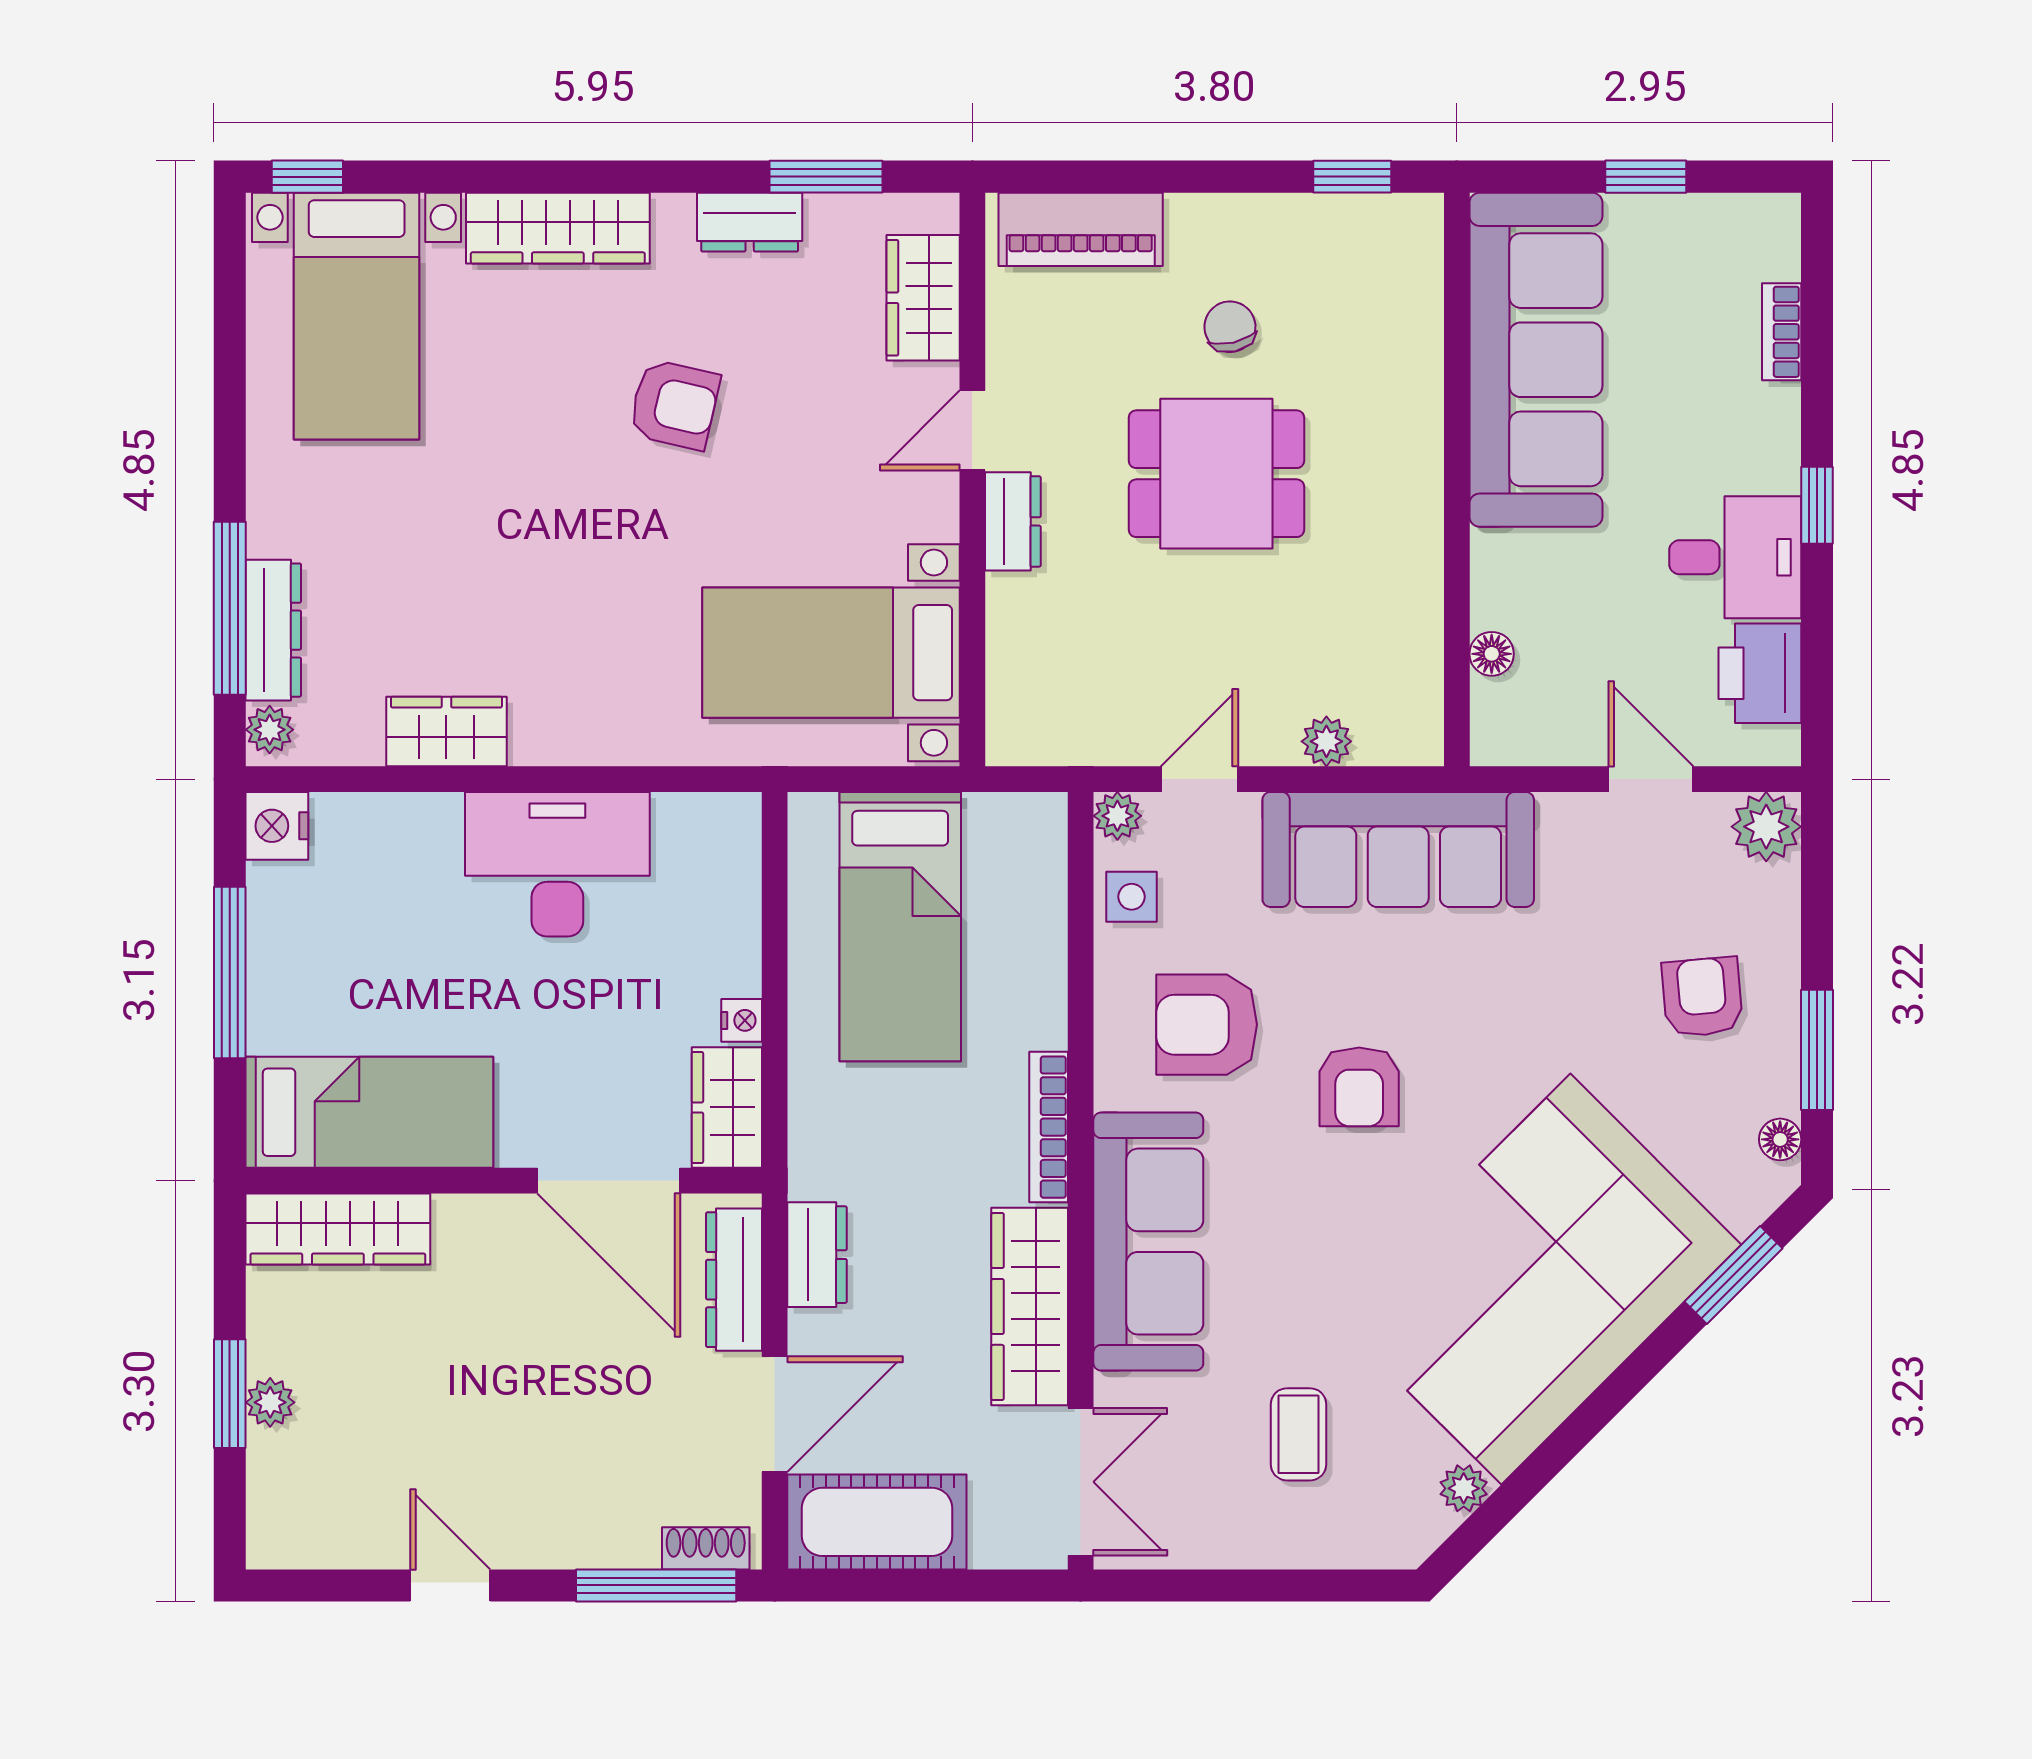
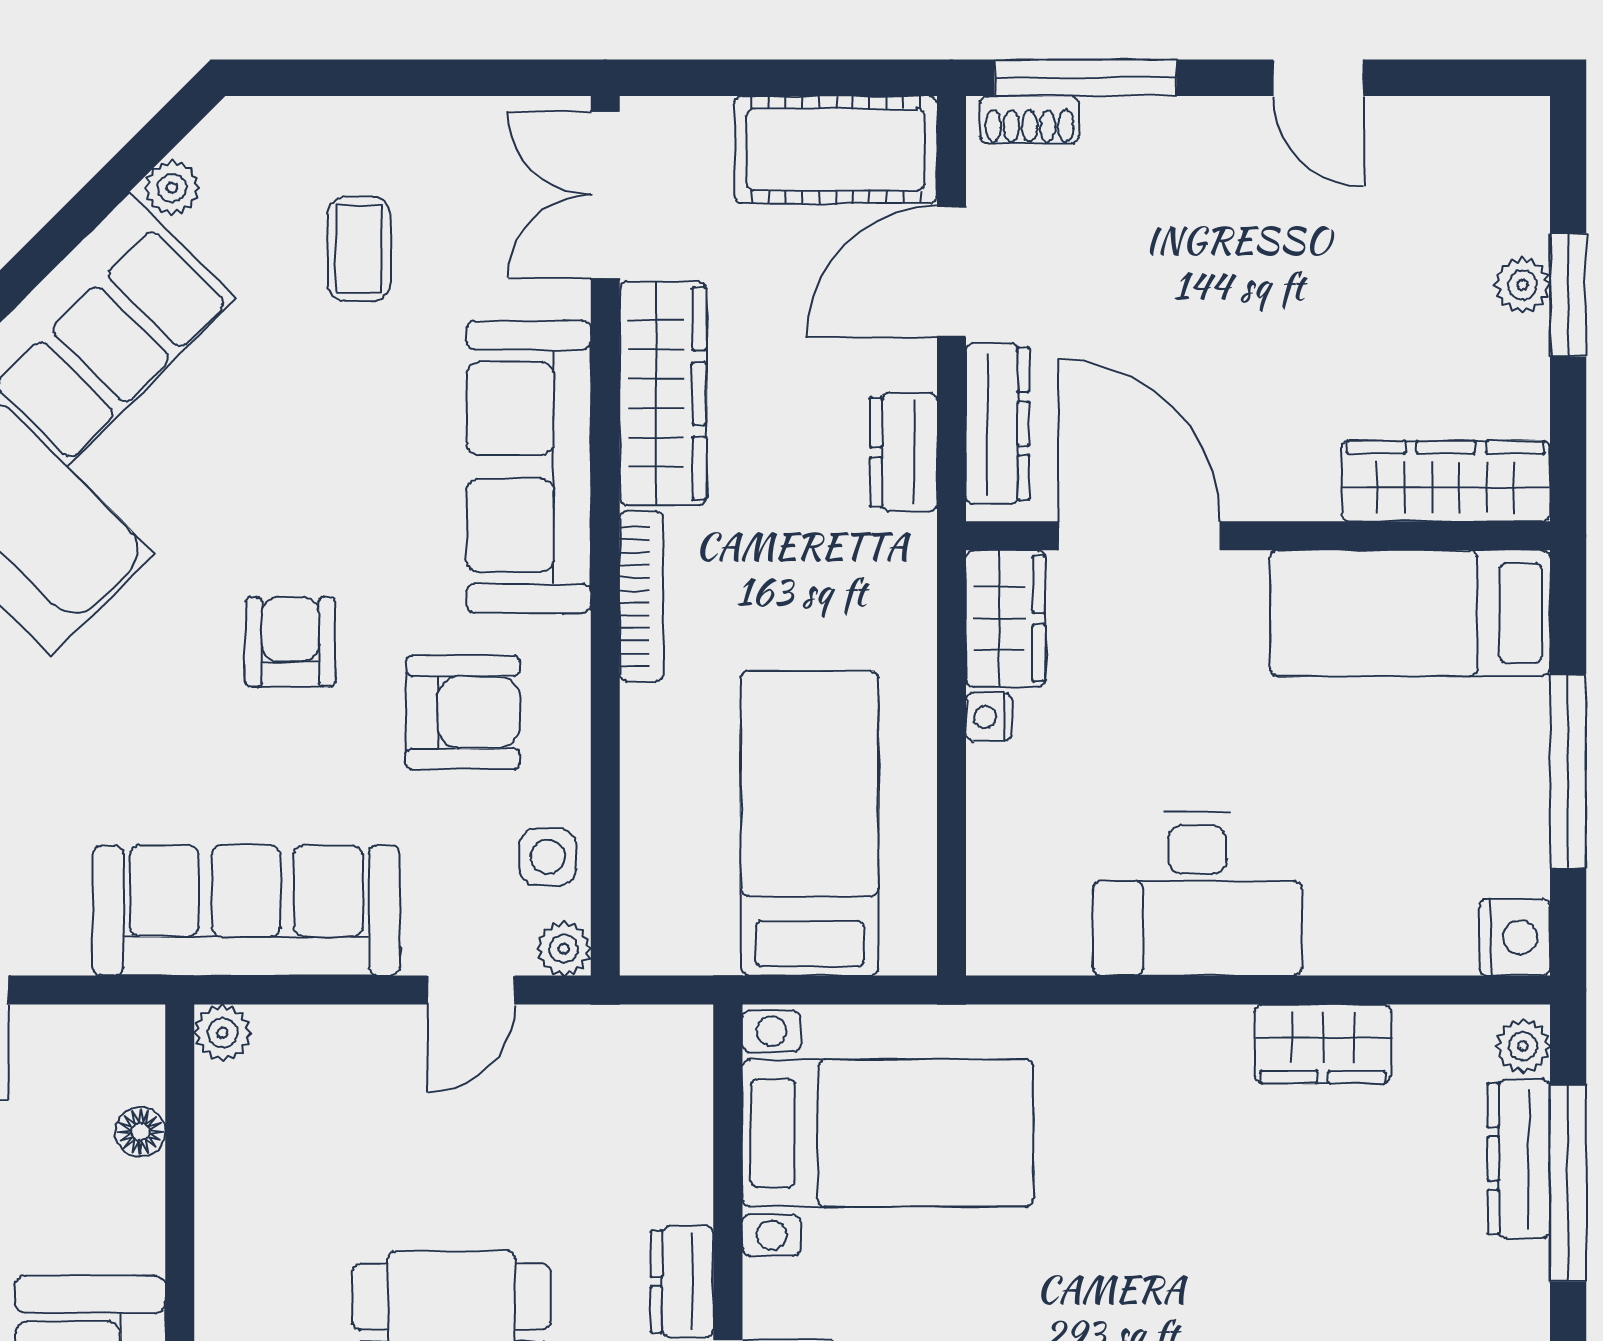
plant: (1326, 741) -> (222, 1033), moved

